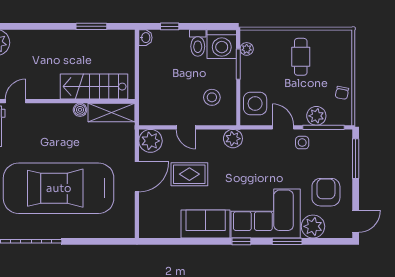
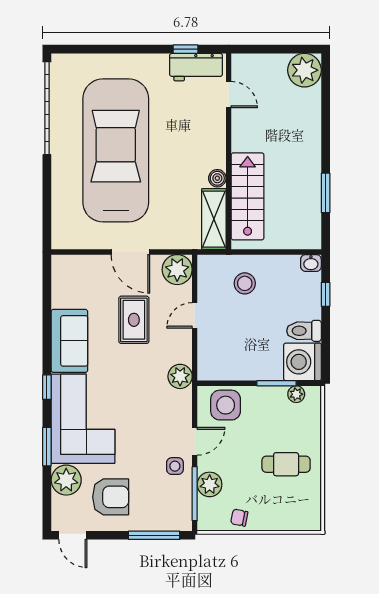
stool: (212, 97) -> (245, 283), moved

